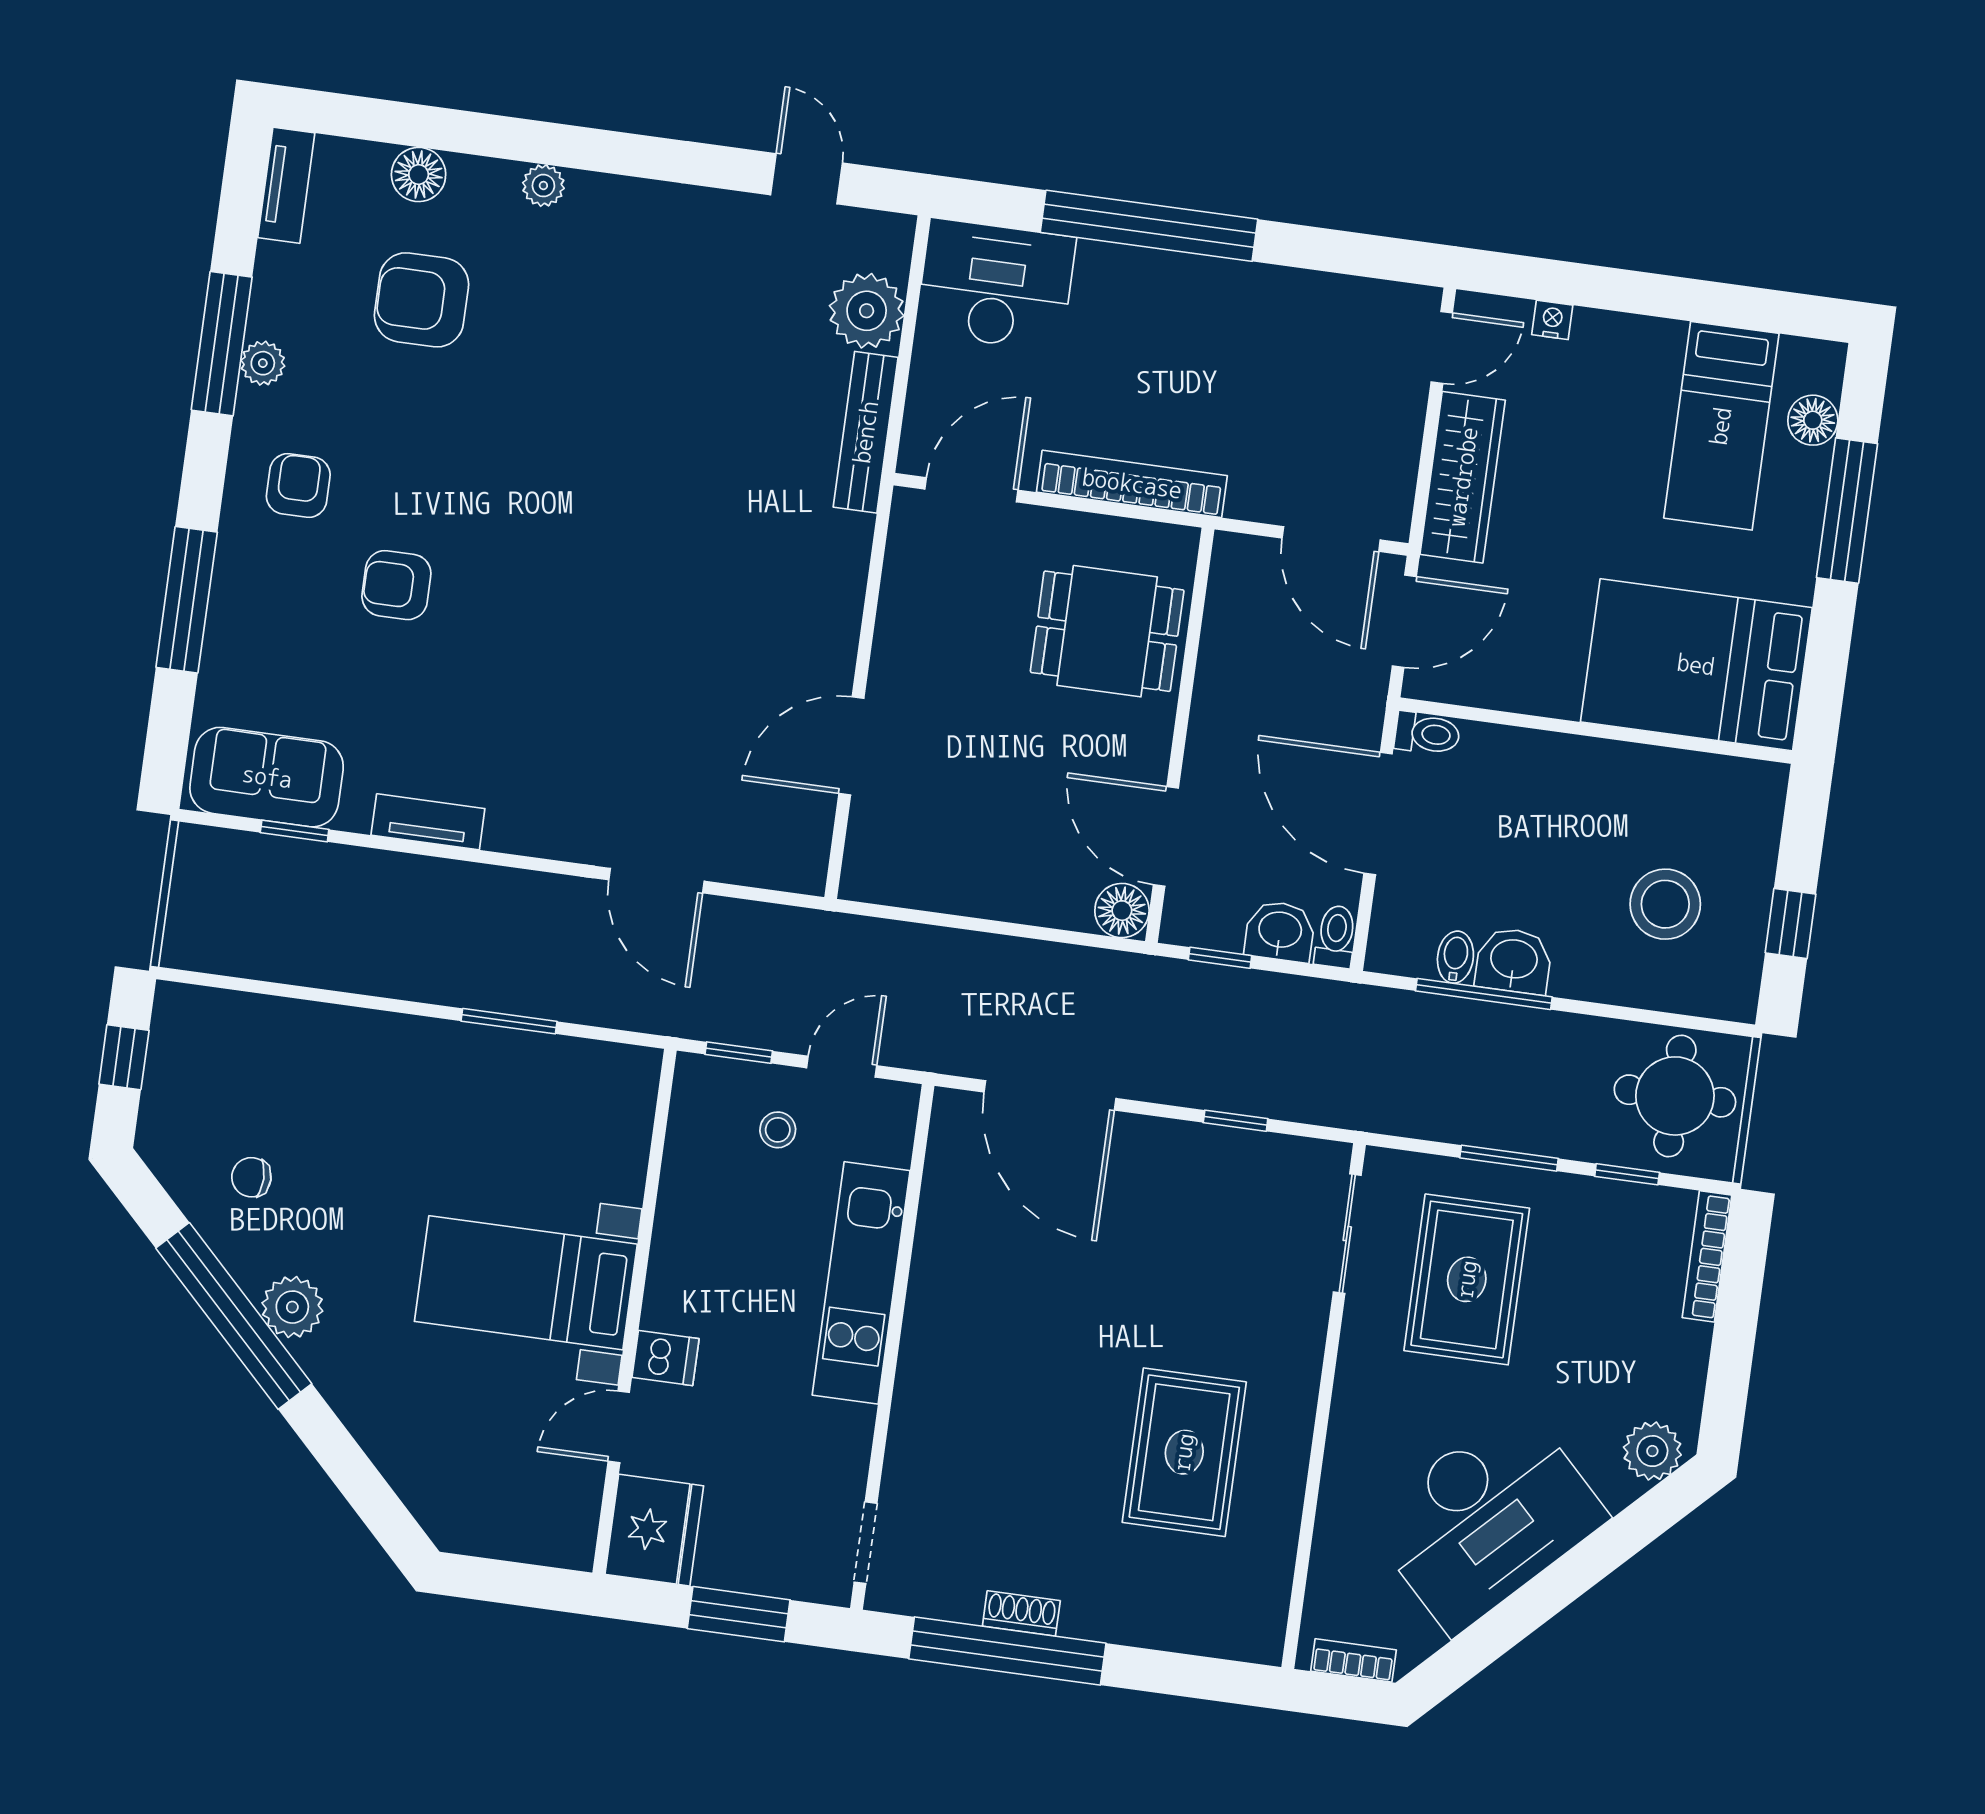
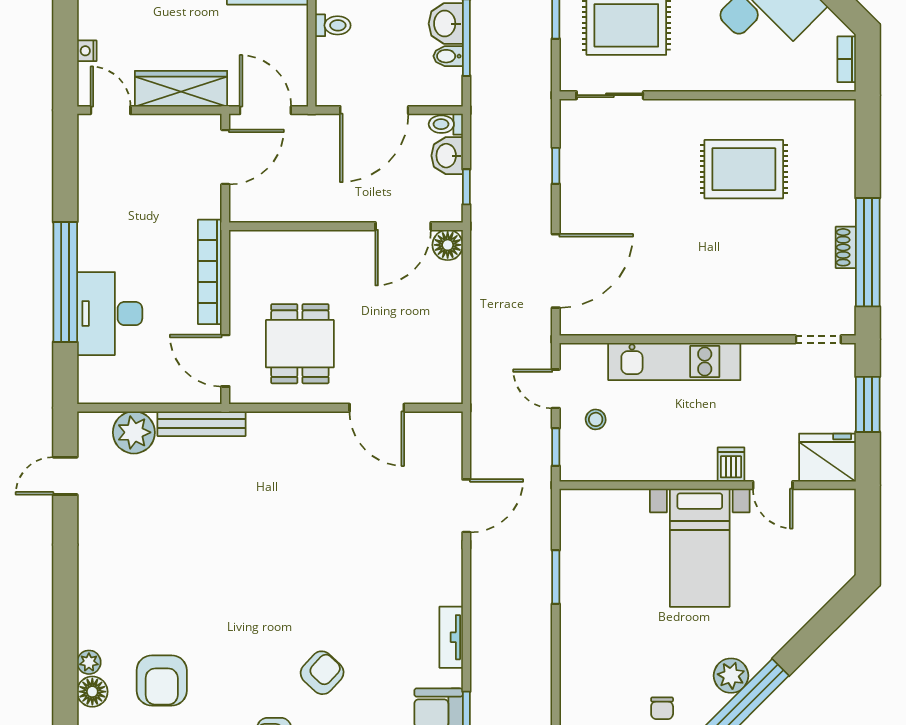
plant: (543, 186) -> (89, 662), moved
desk: (996, 285) -> (110, 314), moved
armchair: (396, 585) -> (322, 673), turned -137
dining table: (1107, 631) -> (300, 344), moved
toilet: (1427, 734) -> (333, 25), moved, turned 90

